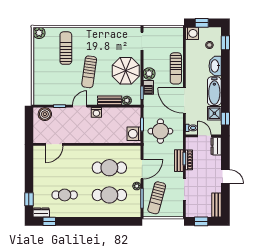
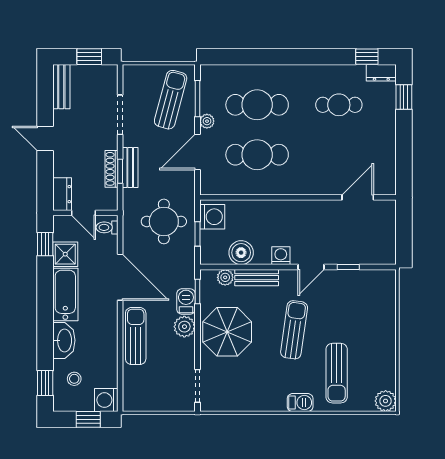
barbecue: (86, 32) -> (300, 403), added
boiler: (45, 114) -> (241, 253), moved

